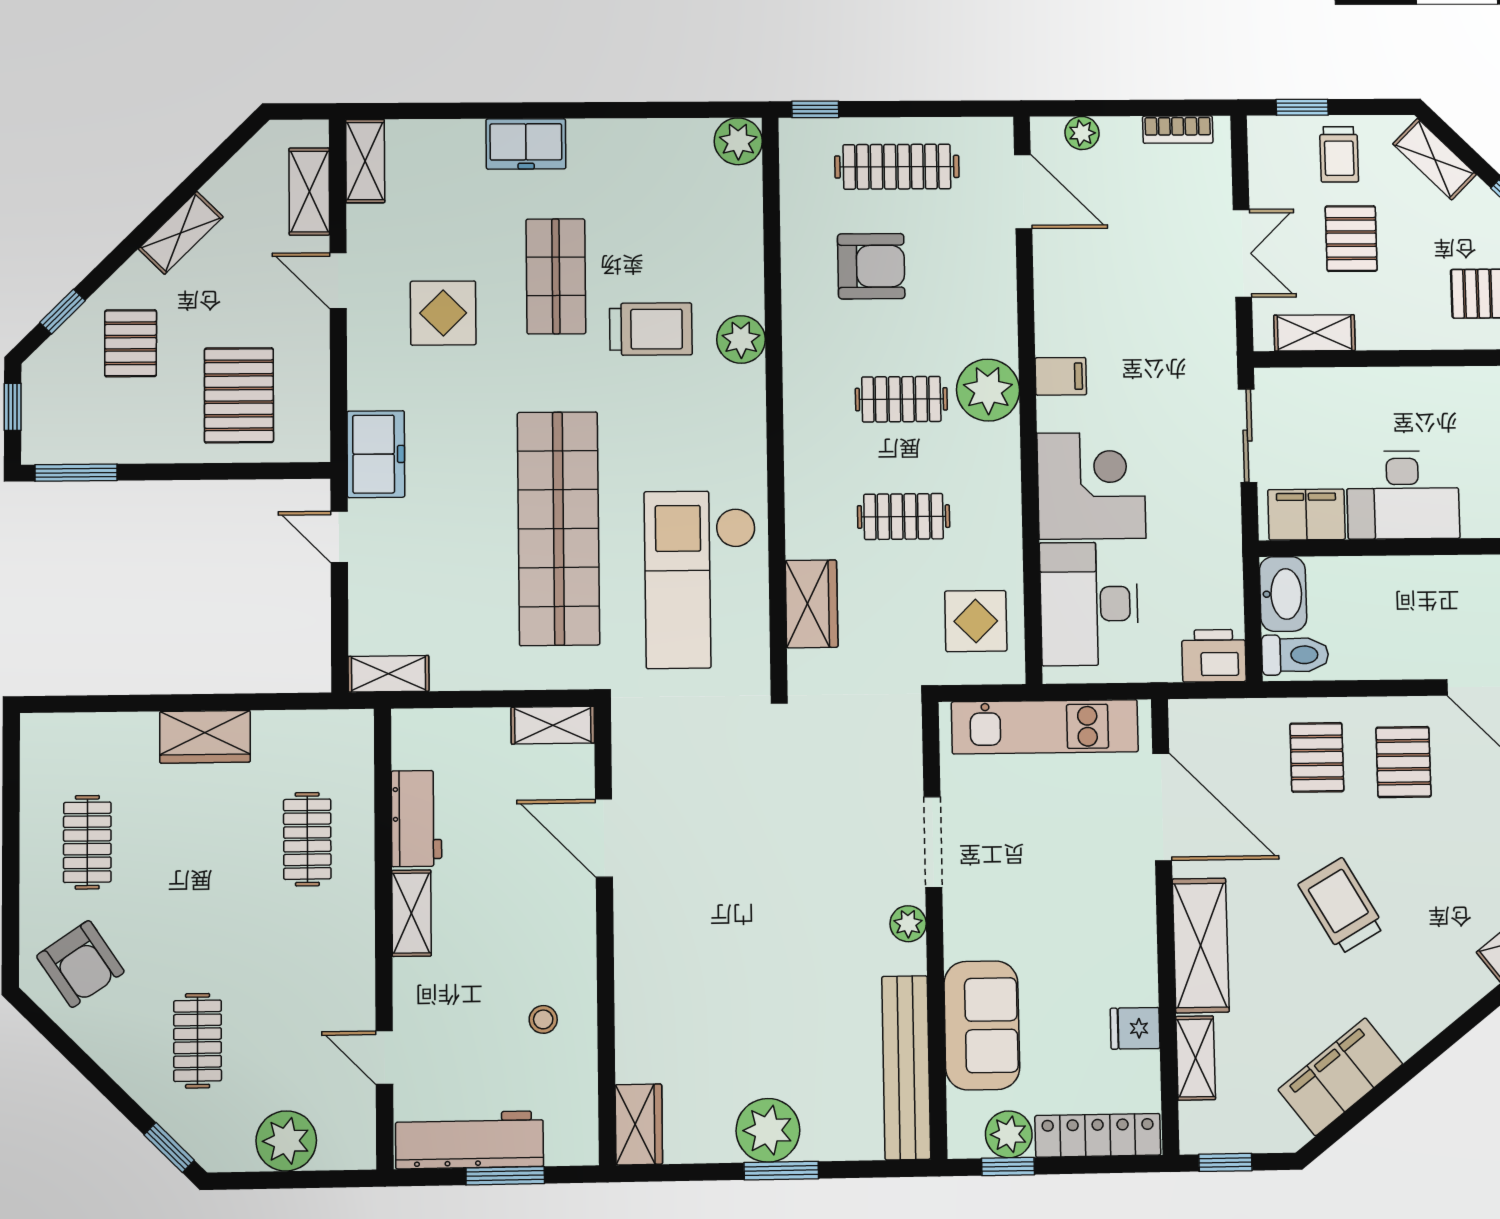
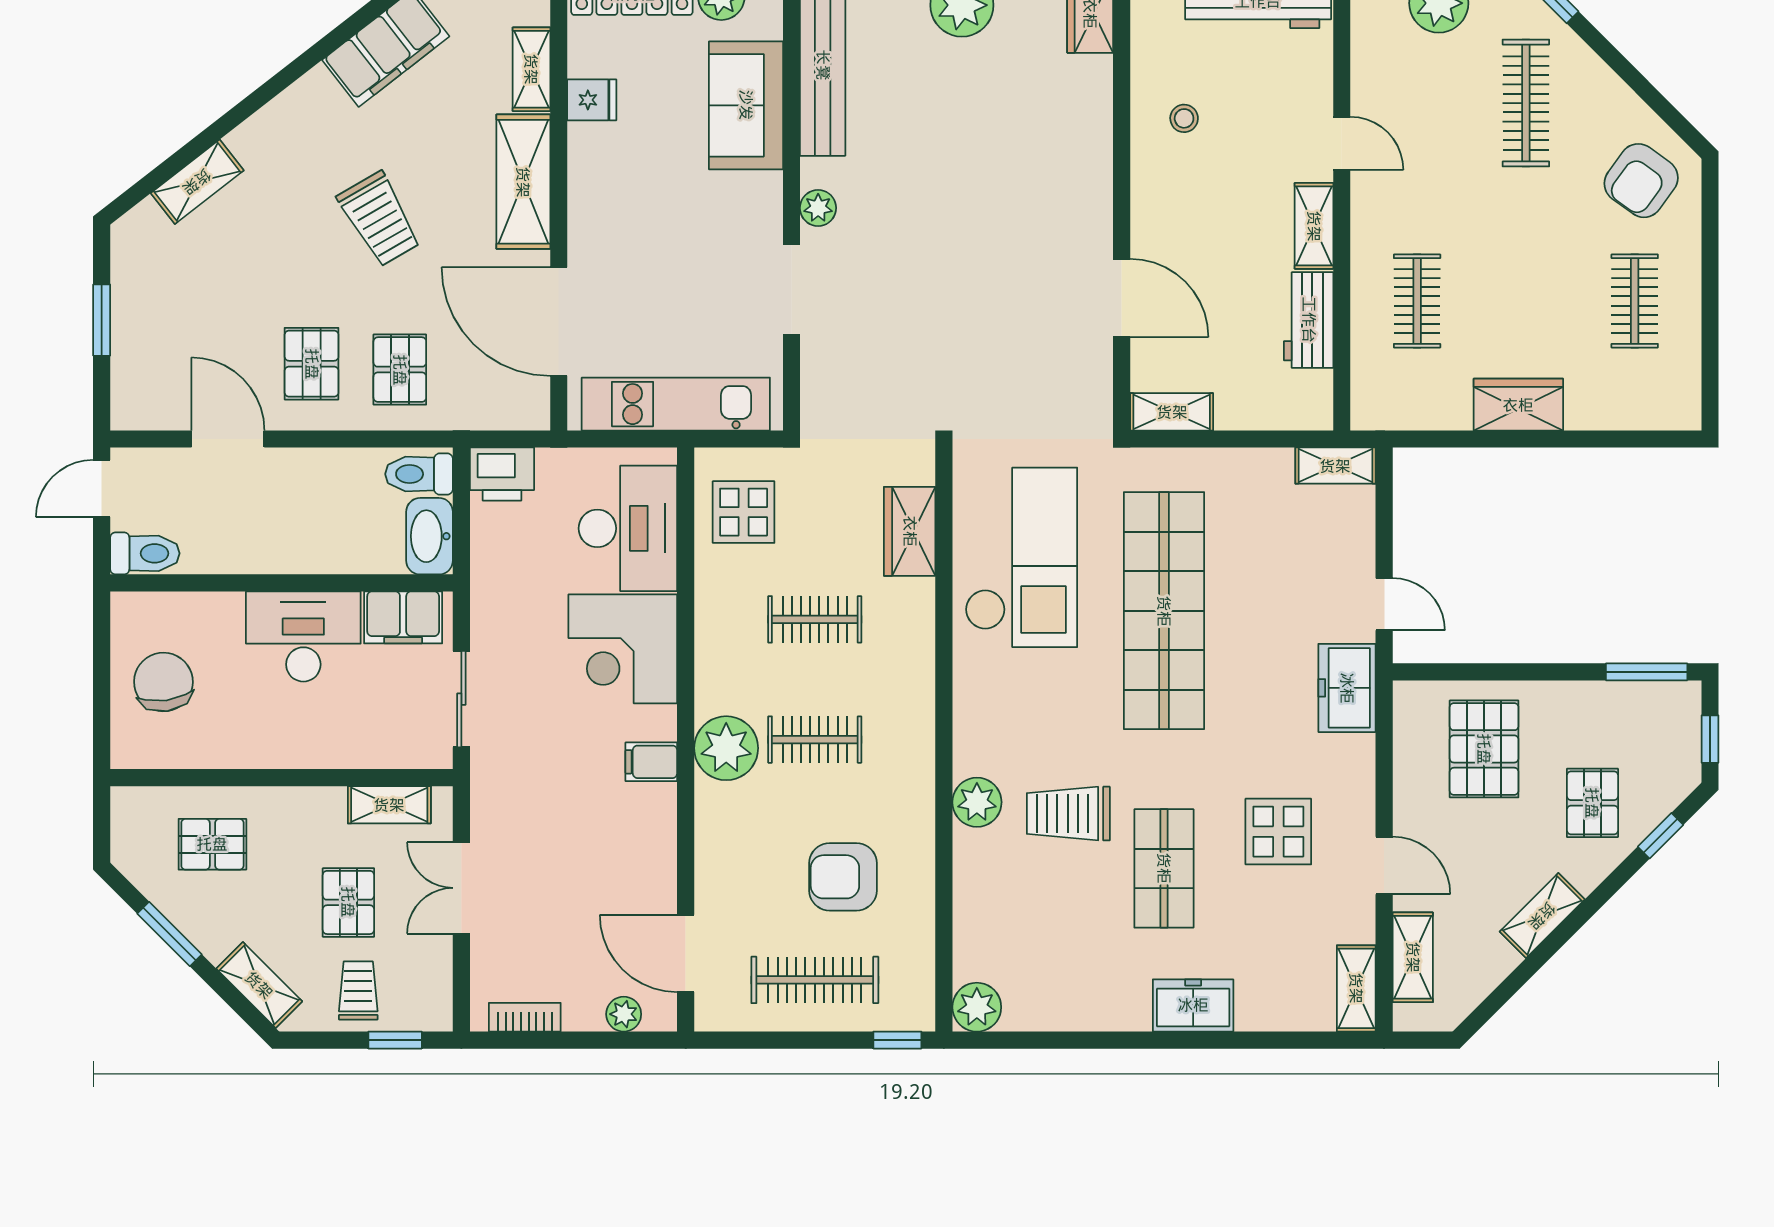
armchair: (80, 964) -> (1641, 181), turned -110
clothes rail: (198, 1041) -> (1526, 103), width x1.36
door: (384, 1058) -> (1342, 143), moved

